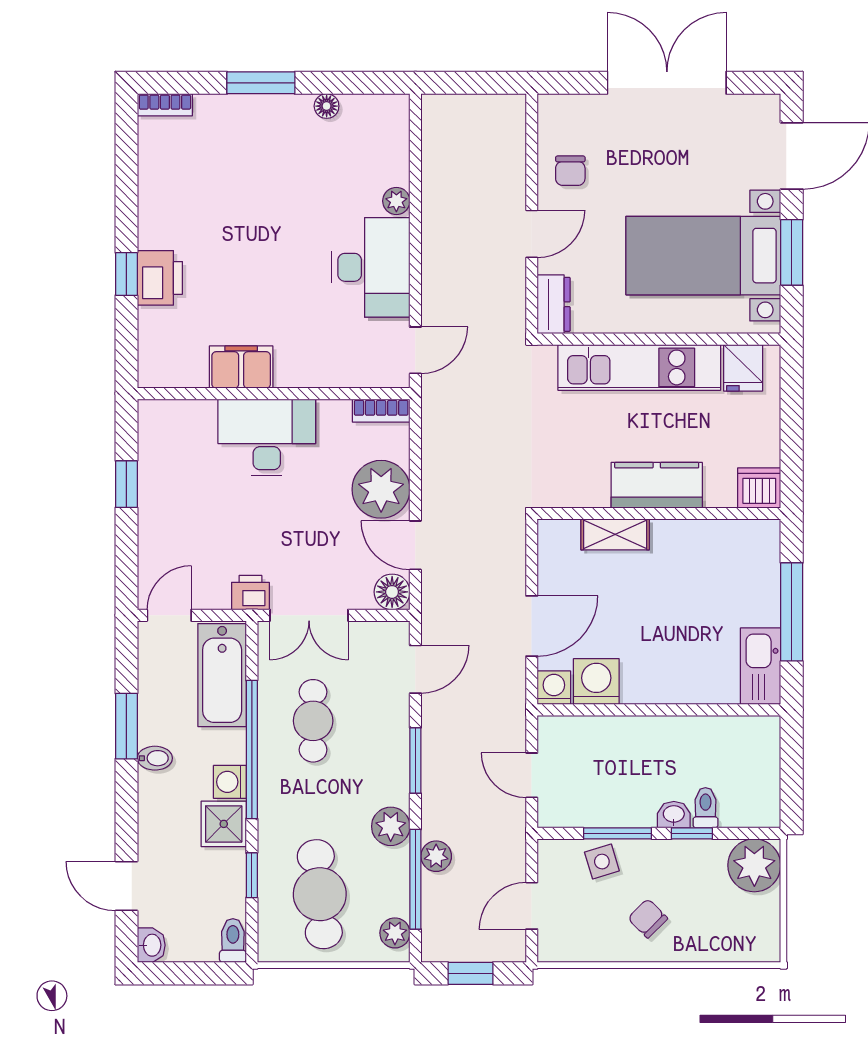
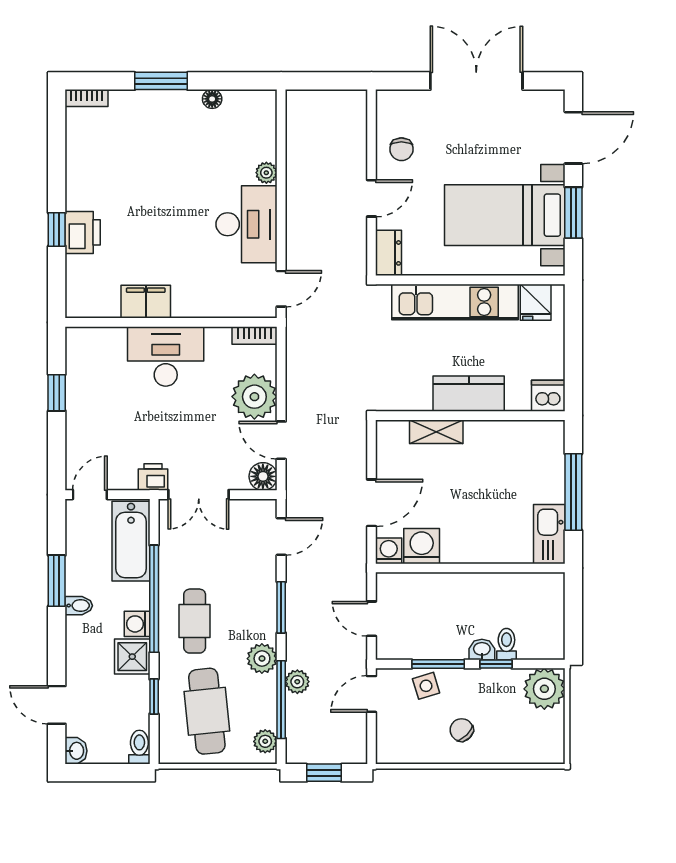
cafe table: (313, 721) -> (195, 621), moved
door: (532, 906) -> (372, 694), moved

